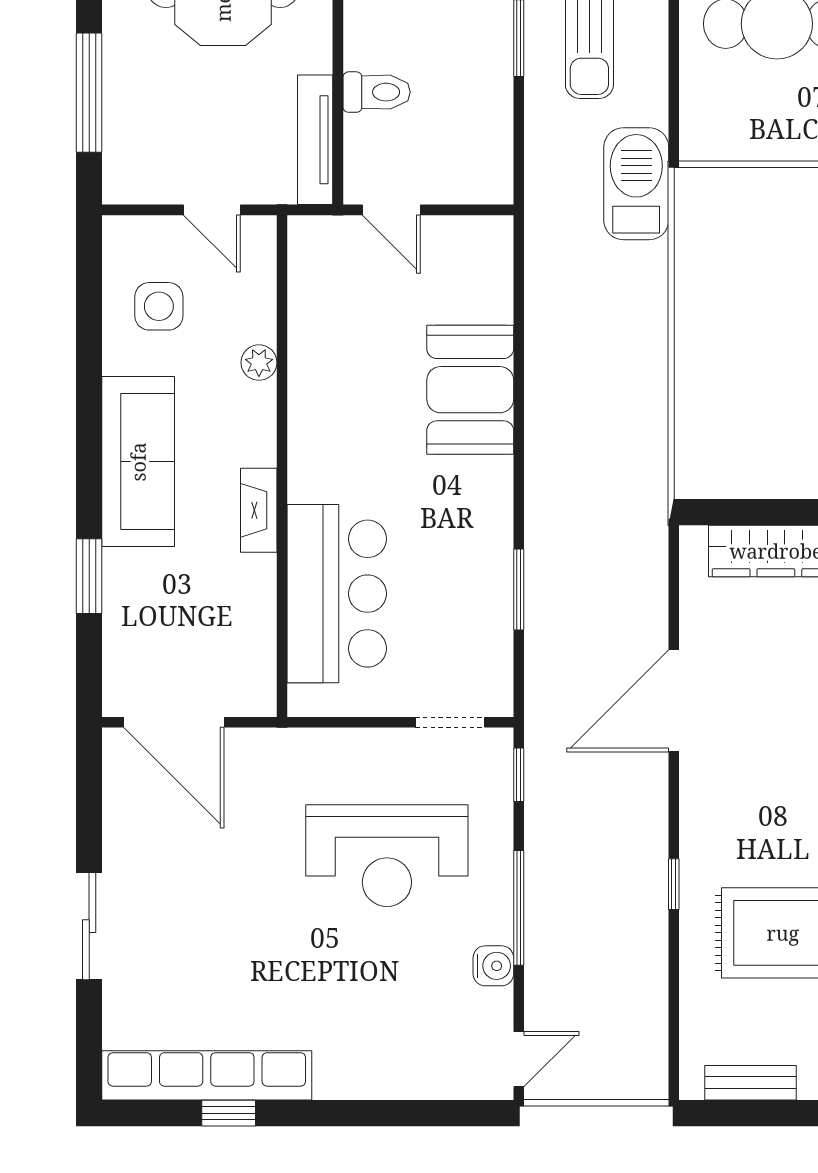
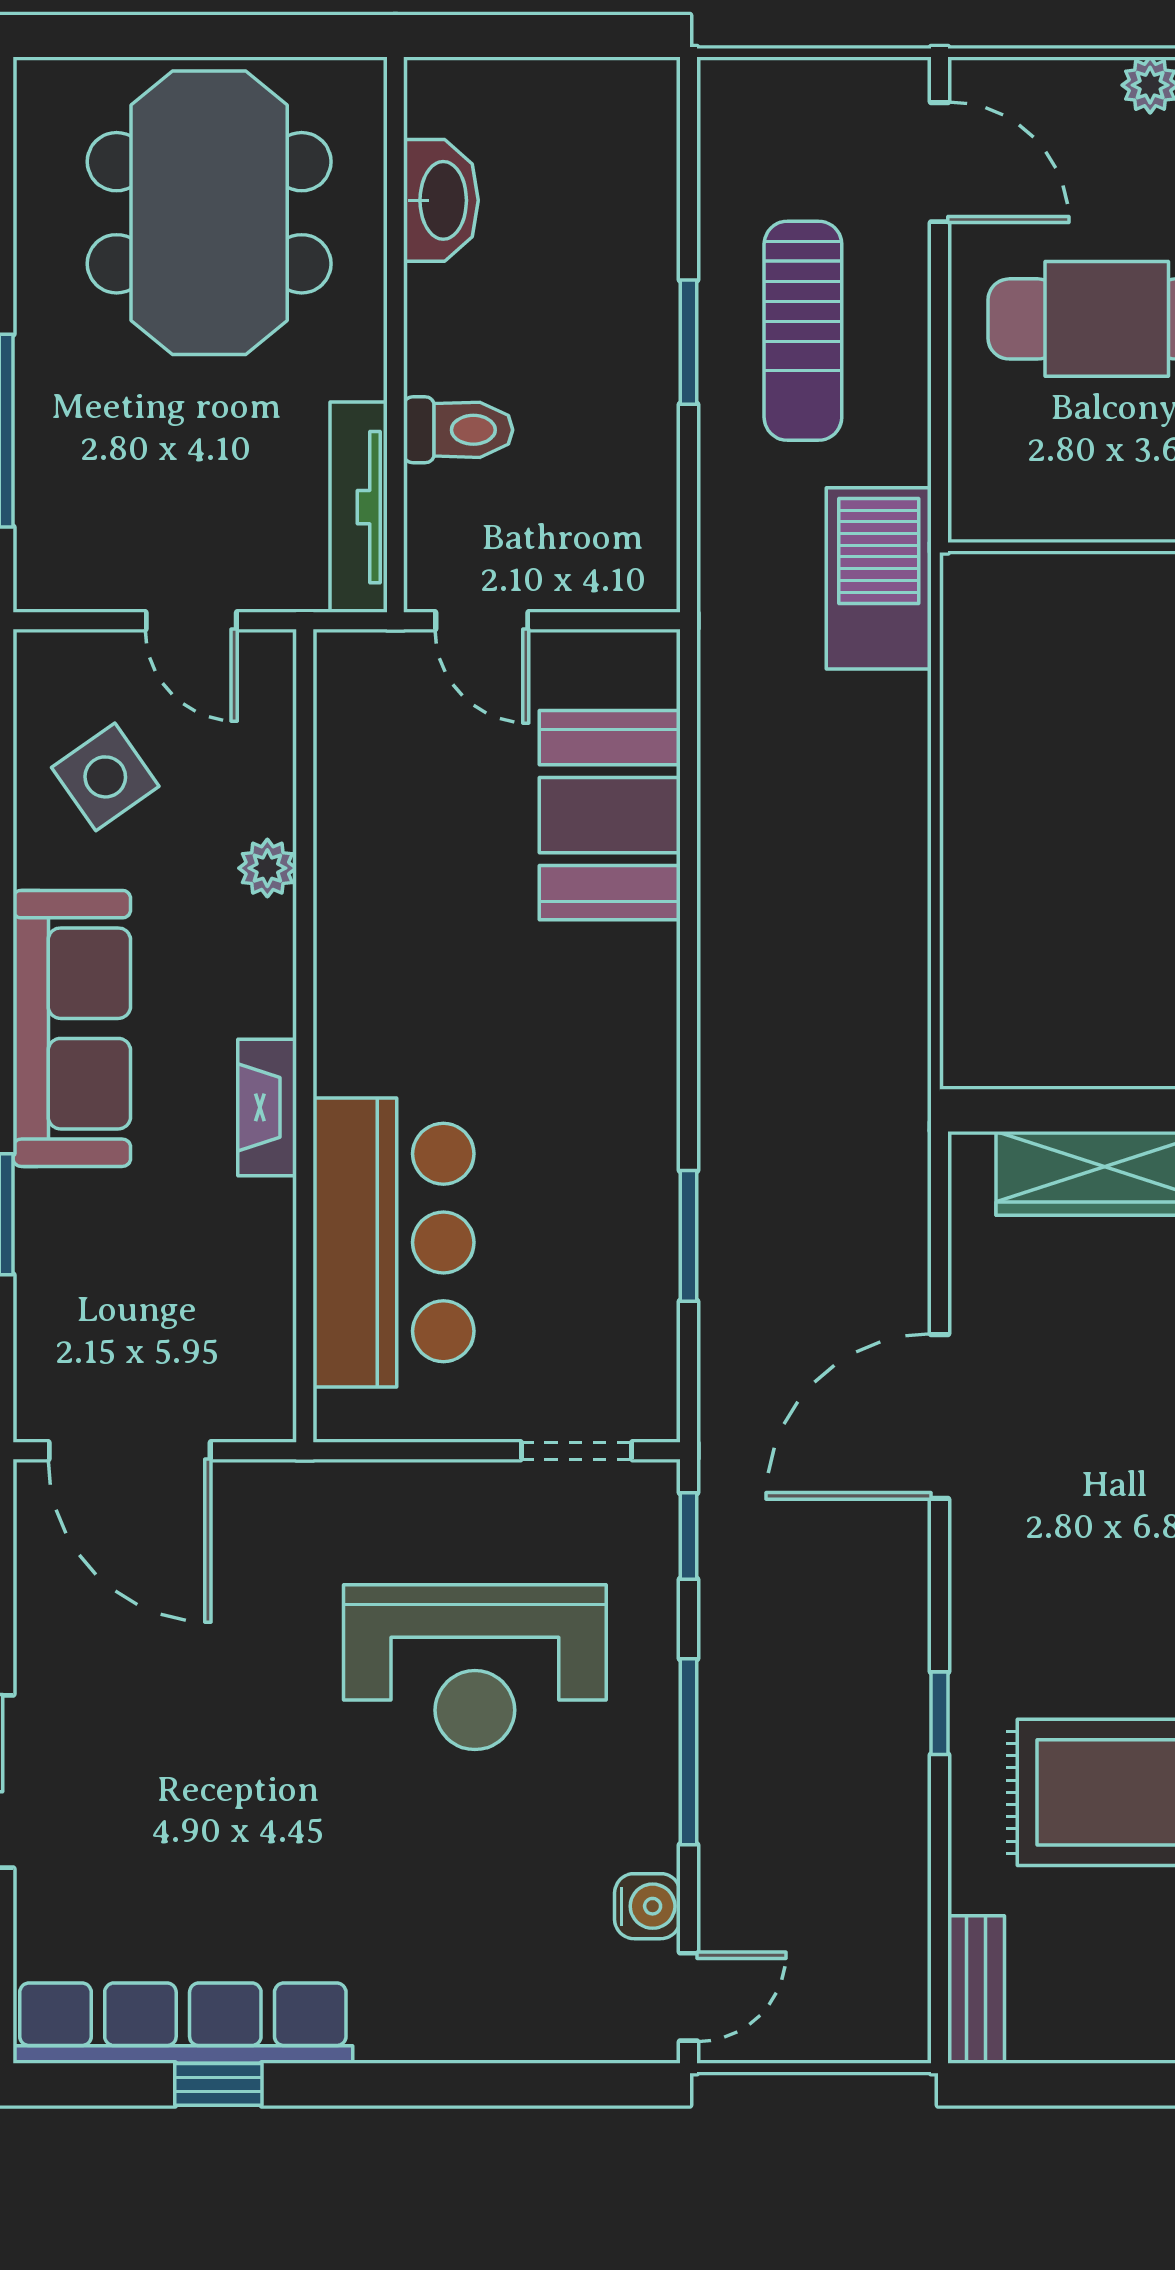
side table: (159, 306) -> (105, 777), turned -35
booth: (470, 390) -> (610, 815), moved
water cooler: (493, 966) -> (647, 1906), moved
bench: (750, 1083) -> (976, 1990), moved, turned 90

